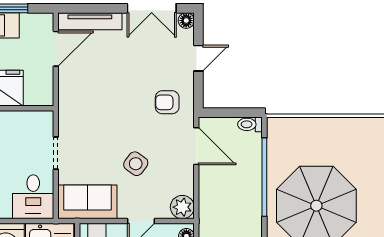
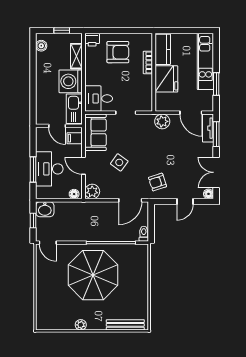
window: (90, 8) -> (216, 134), added
tv unit: (90, 21) -> (208, 128), width x0.71
door: (198, 58) -> (185, 202), hinge flipped
plant: (70, 95) -> (162, 121), added
armchair: (167, 102) -> (158, 182), turned -108

